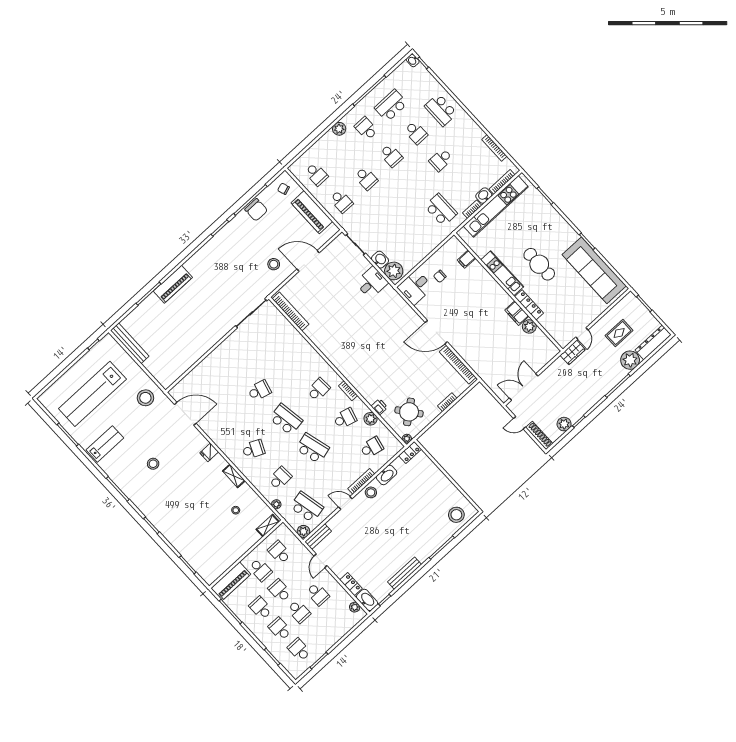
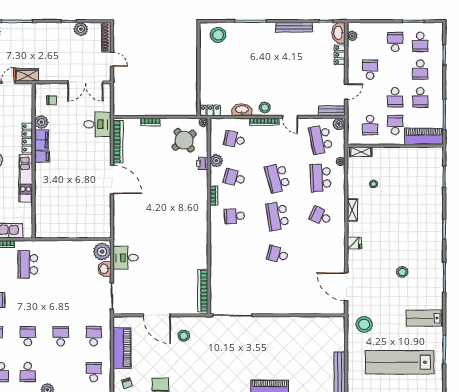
filing cabinet: (466, 259) -> (42, 157), moved
chair: (440, 276) -> (52, 100), moved
desk: (415, 287) -> (97, 124), moved
lab bench: (92, 394) -> (400, 362), turned 180
school desk: (280, 478) -> (321, 178), width x1.85
school desk: (299, 611) -> (395, 42), moved

